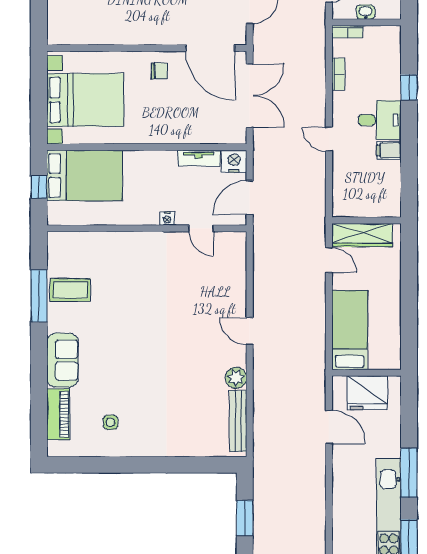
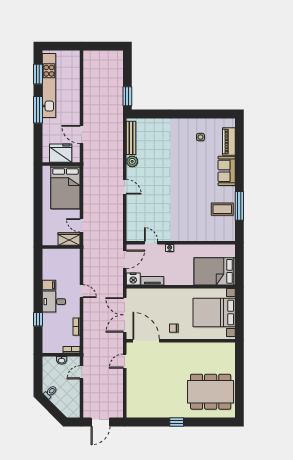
window: (39, 187) -> (239, 265), removed
wardrobe: (362, 235) -> (69, 239), width x0.67
bed: (350, 330) -> (65, 187), width x1.50
window: (245, 518) -> (127, 96), moved

